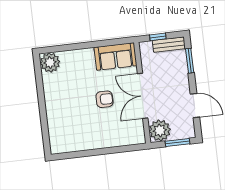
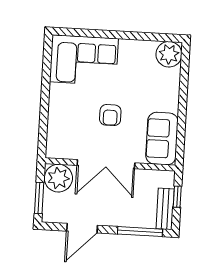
window: (190, 61) -> (140, 232), width x1.44
double door: (143, 96) -> (106, 164), swing flipped
corner sofa: (66, 127) -> (84, 60), added

